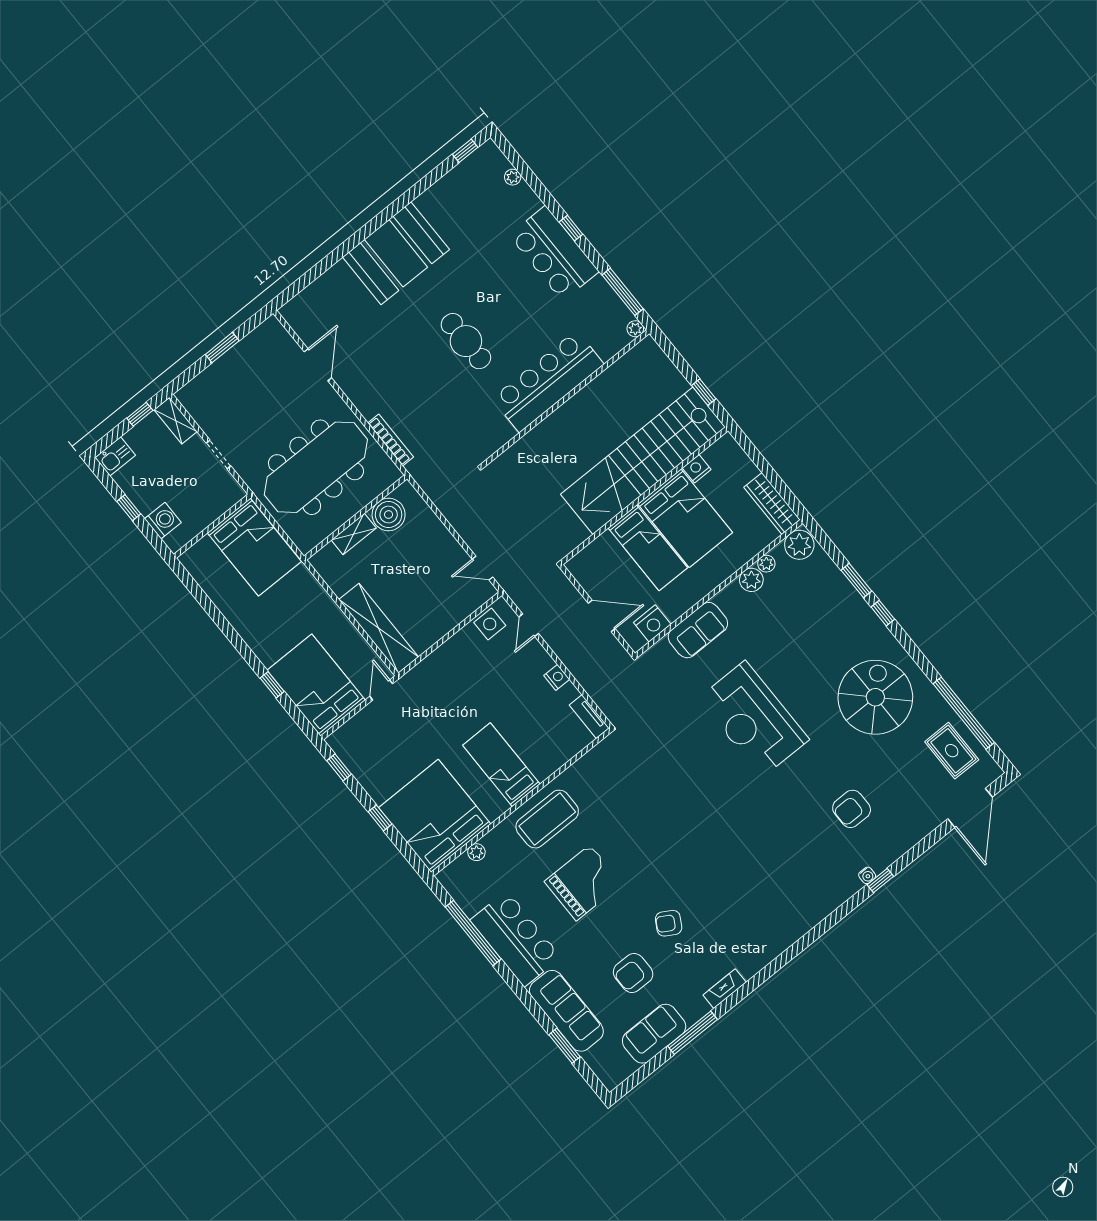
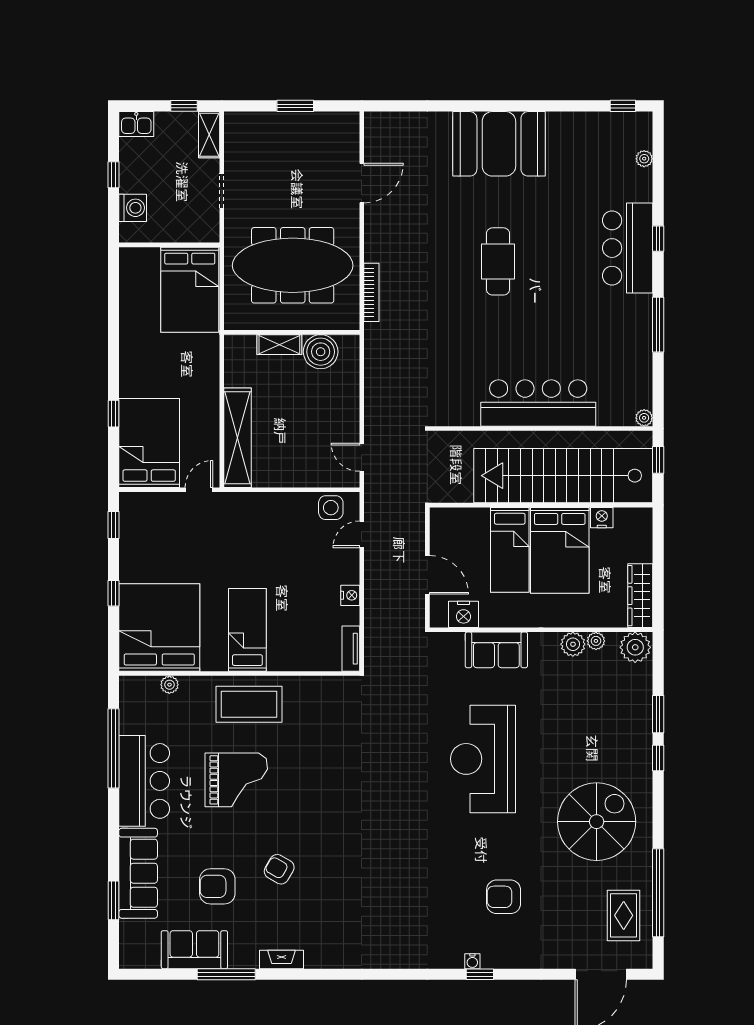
plant: (635, 329) -> (644, 418), moved
bar counter: (548, 381) -> (538, 403), moved
wall: (565, 399) -> (541, 429), moved

